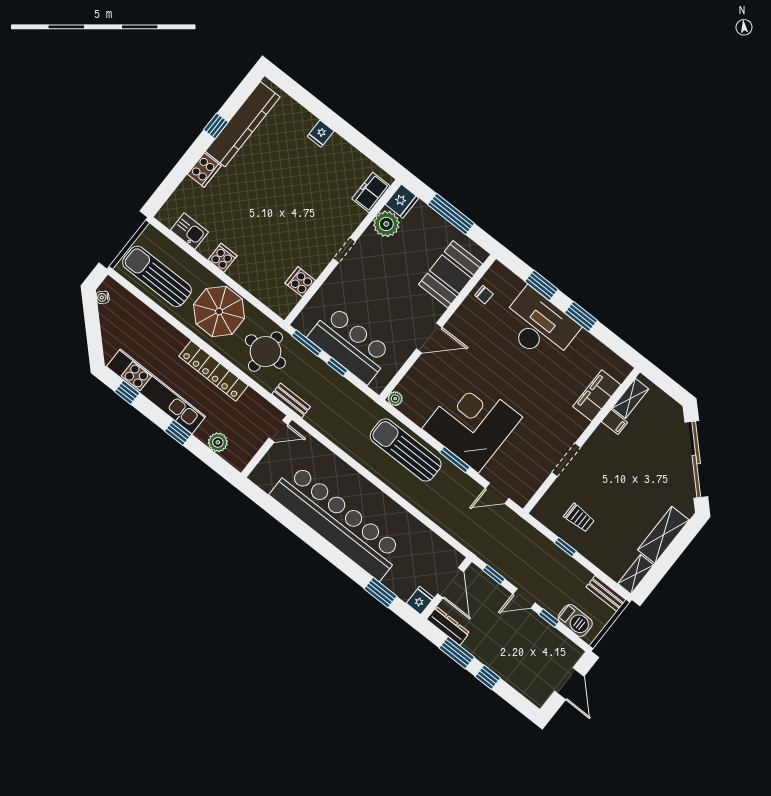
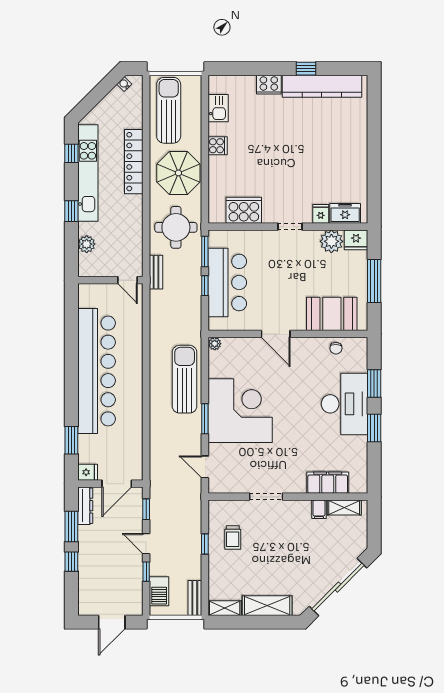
fridge: (321, 134) -> (321, 214), moved, turned 90
cooker: (300, 282) -> (244, 210), width x1.87, depth x1.31
locker: (213, 371) -> (134, 162), moved

